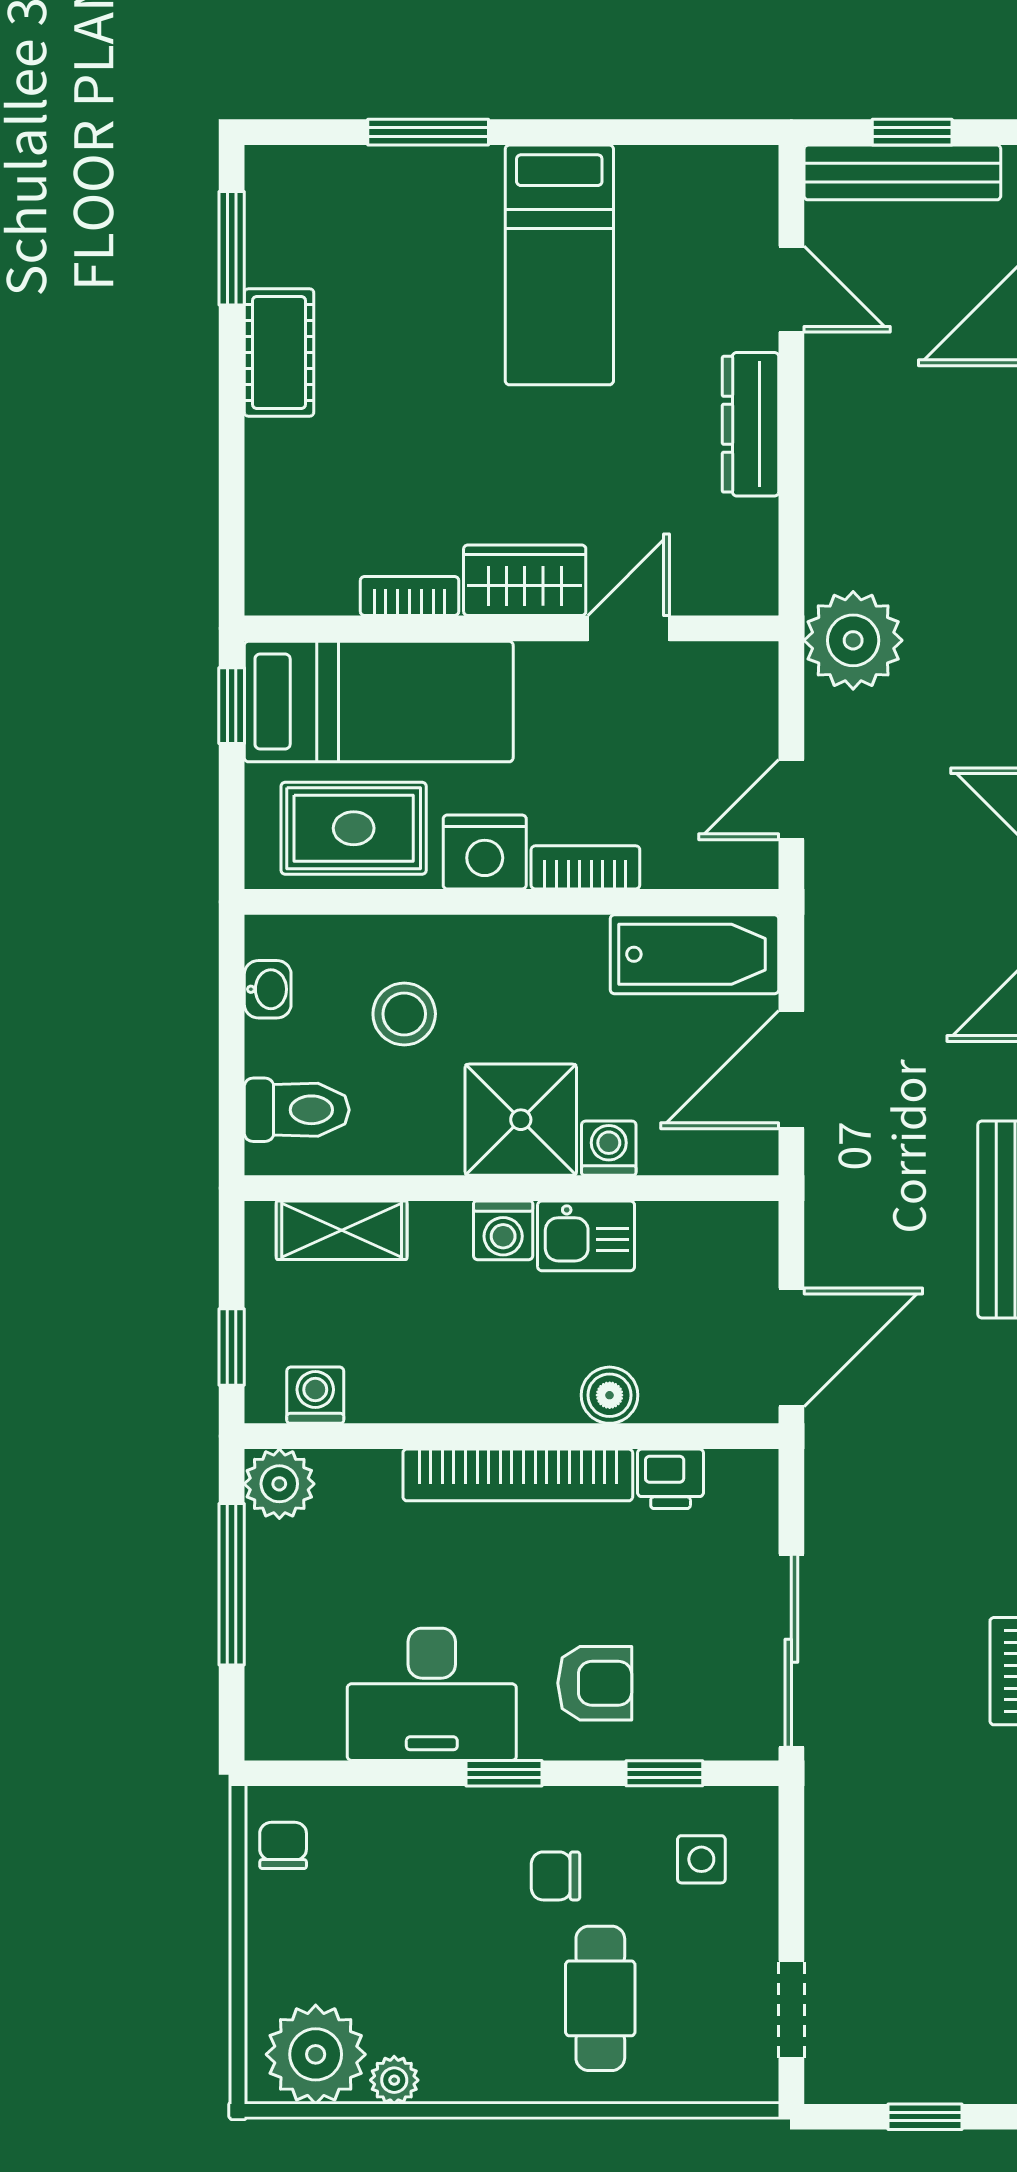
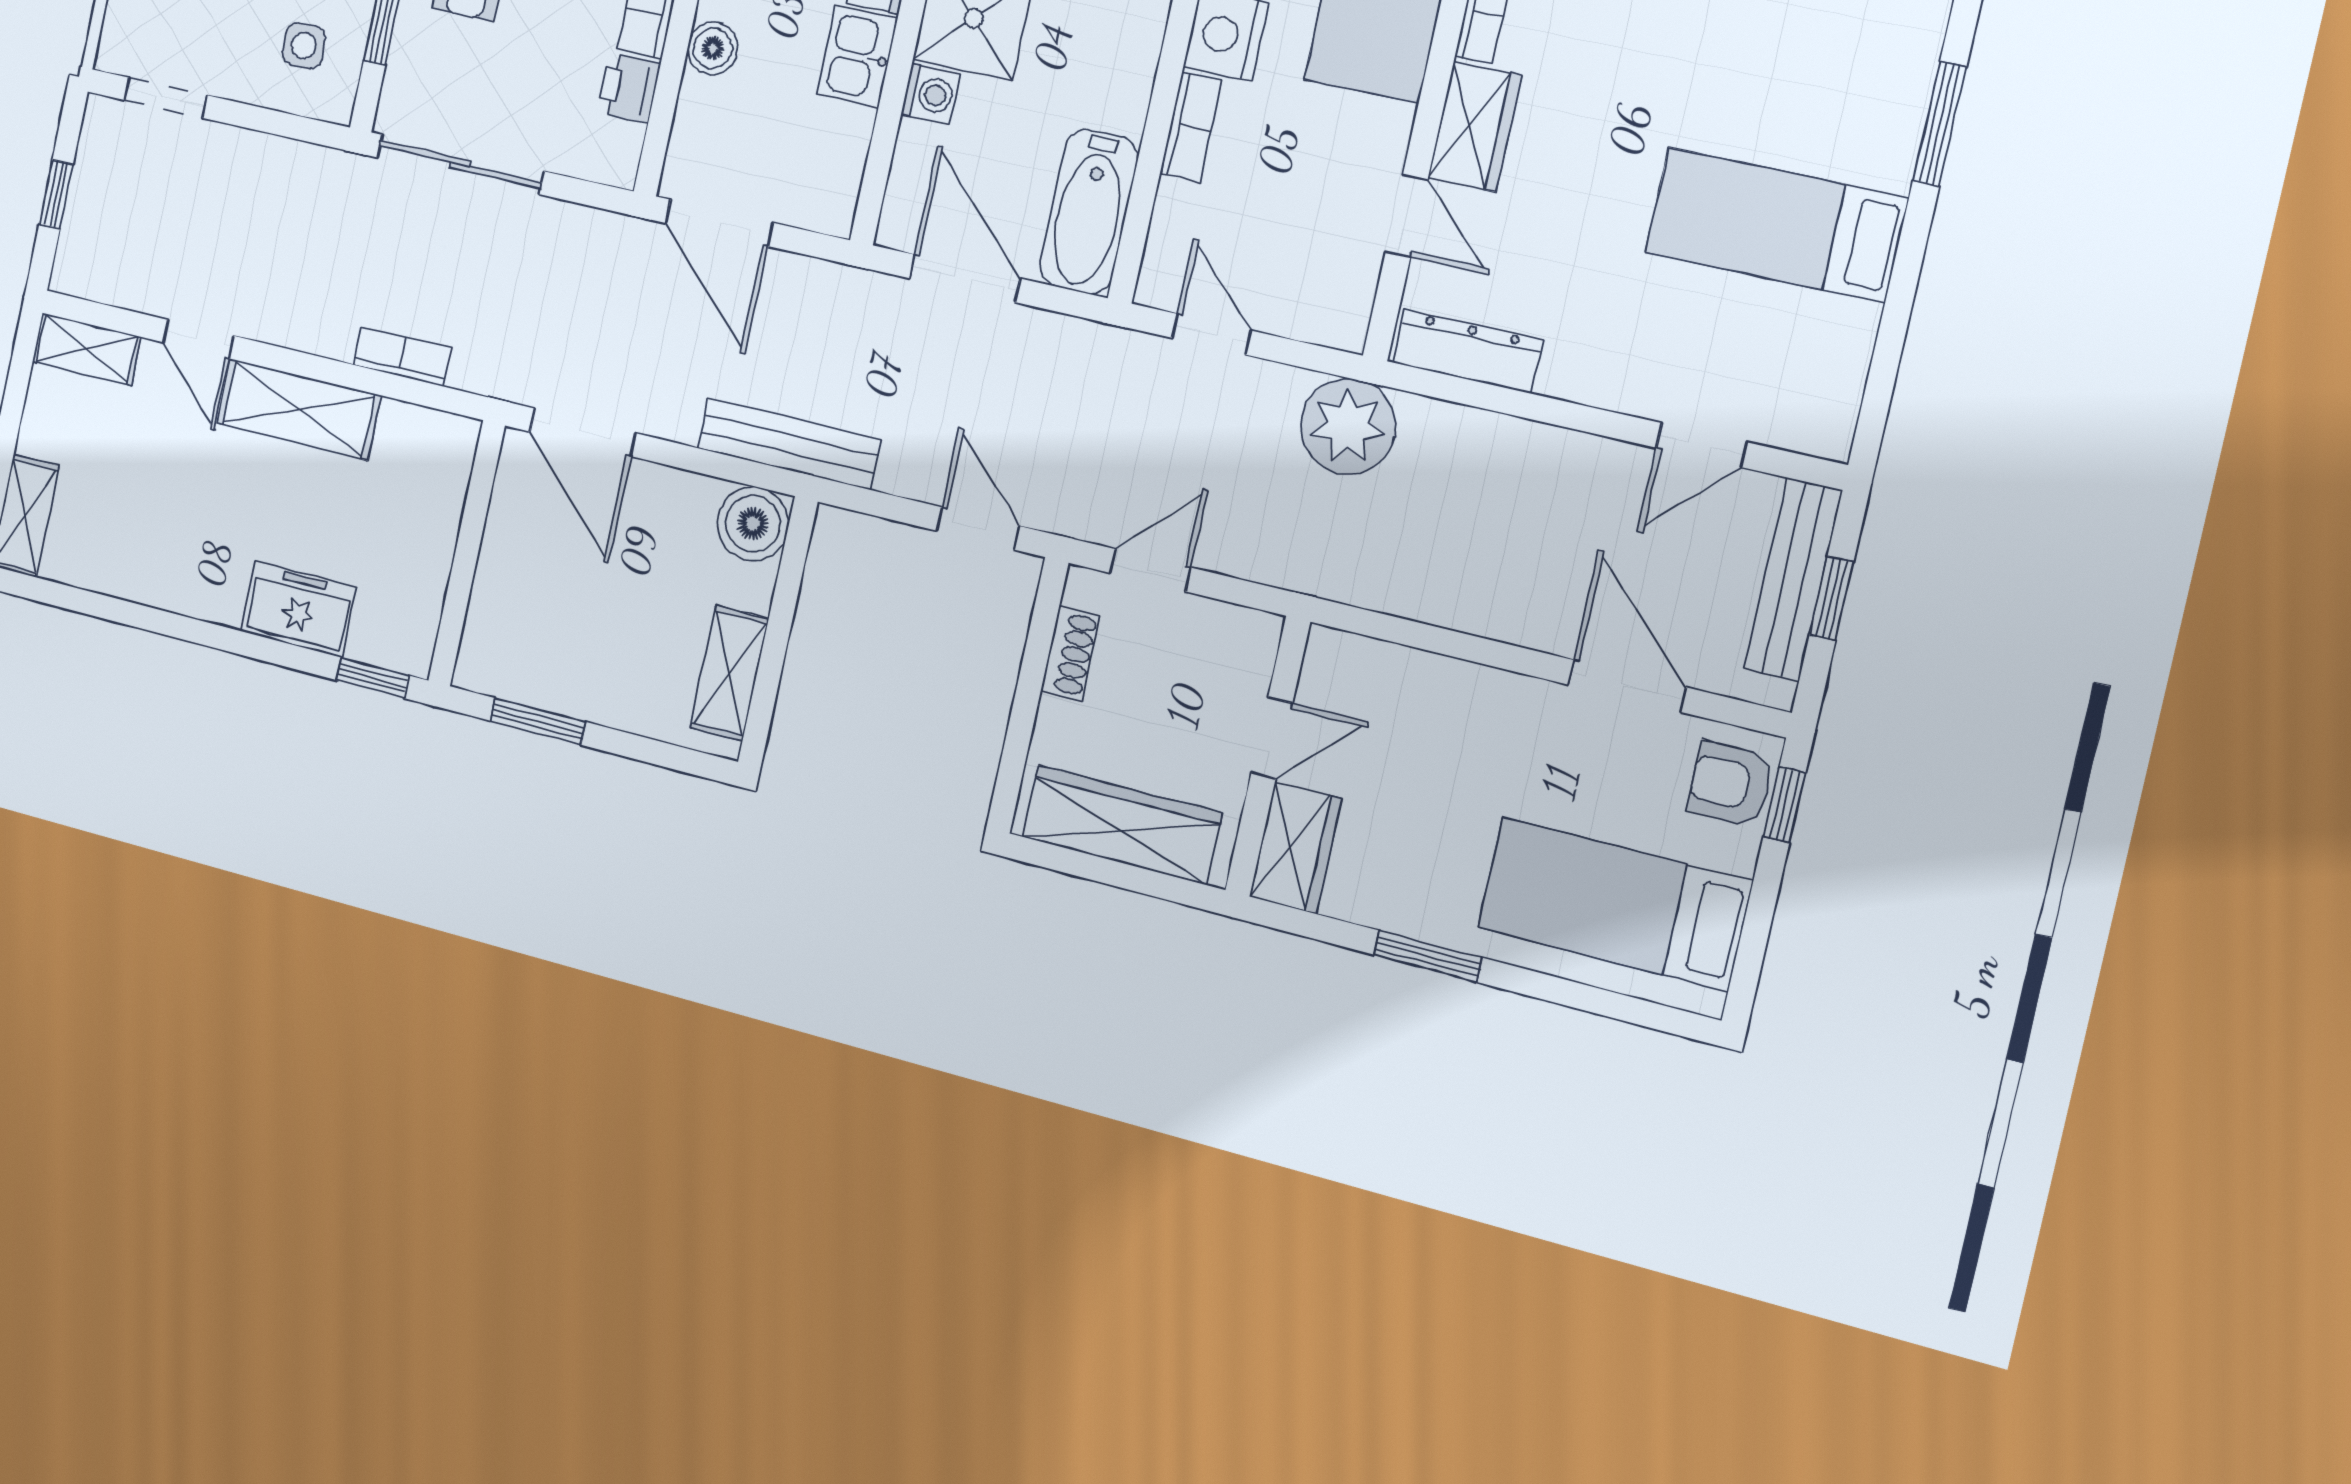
dresser: (751, 424) -> (1468, 351), moved

